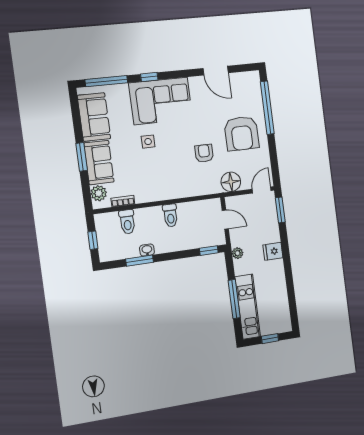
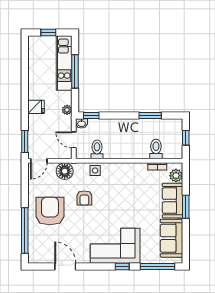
side table: (148, 142) -> (95, 170), moved
toilet: (170, 215) -> (97, 149), moved
washbasin: (147, 250) -> (81, 123), moved

